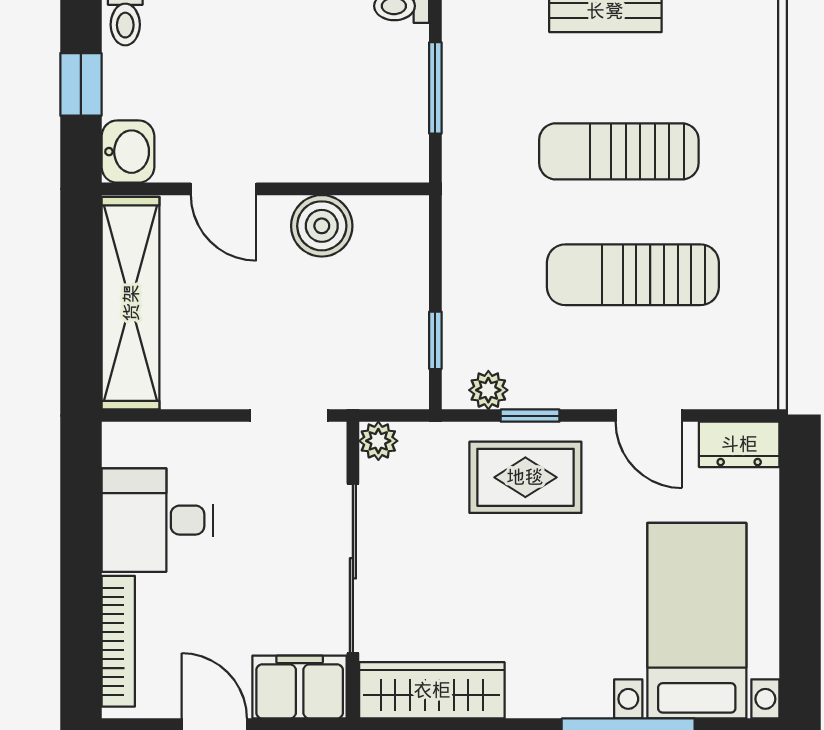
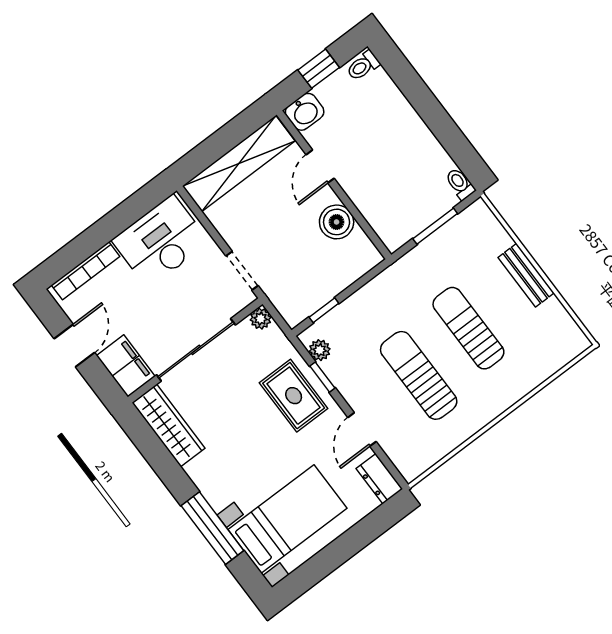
desk: (157, 520) -> (160, 241), width x1.37

